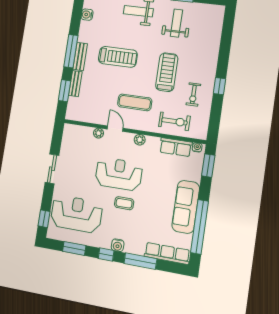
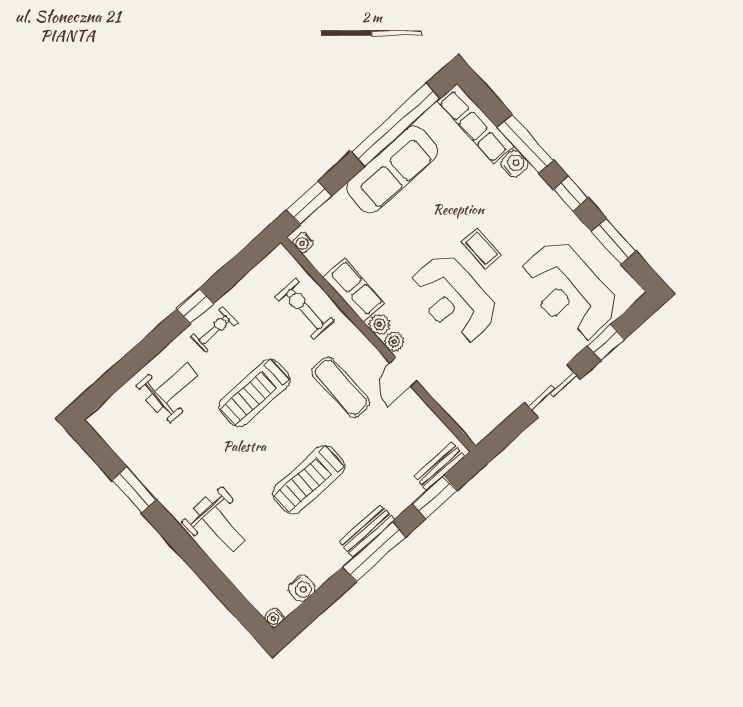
weight bench: (176, 23) -> (172, 387), moved, turned 180
treadmill: (118, 57) -> (309, 480), turned -90
bench: (75, 84) -> (439, 466), moved
exercise bike: (193, 94) -> (214, 330), moved
plant: (98, 133) -> (394, 341), moved
row of seats: (176, 147) -> (354, 290), moved
window: (44, 219) -> (606, 342), moved
water cooler: (118, 245) -> (515, 164), moved

